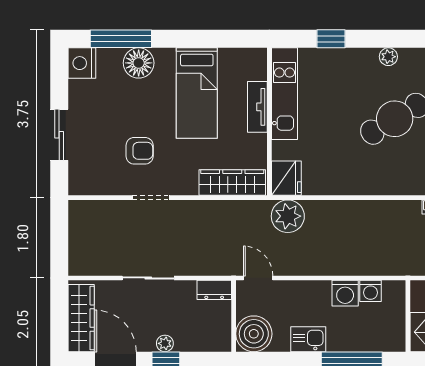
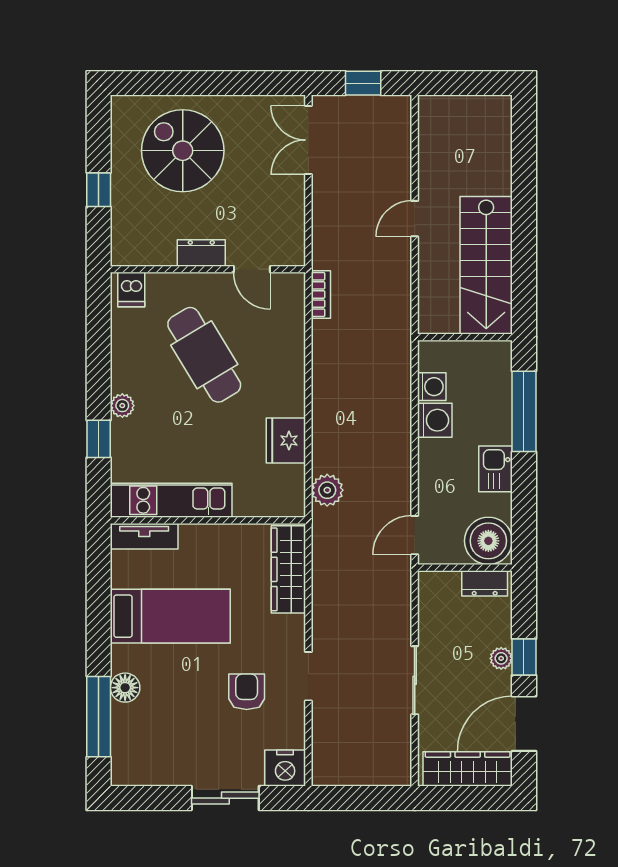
plant: (388, 57) -> (122, 406), moved
nightstand: (82, 63) -> (285, 768), moved
floor lamp: (139, 63) -> (125, 688), width x0.73, depth x0.73
tv unit: (257, 107) -> (144, 536), moved
fridge: (286, 178) -> (286, 440), moved, turned -90
plant: (288, 216) -> (327, 490), width x0.73, depth x0.73
dresser: (214, 290) -> (485, 583), moved, turned 90

